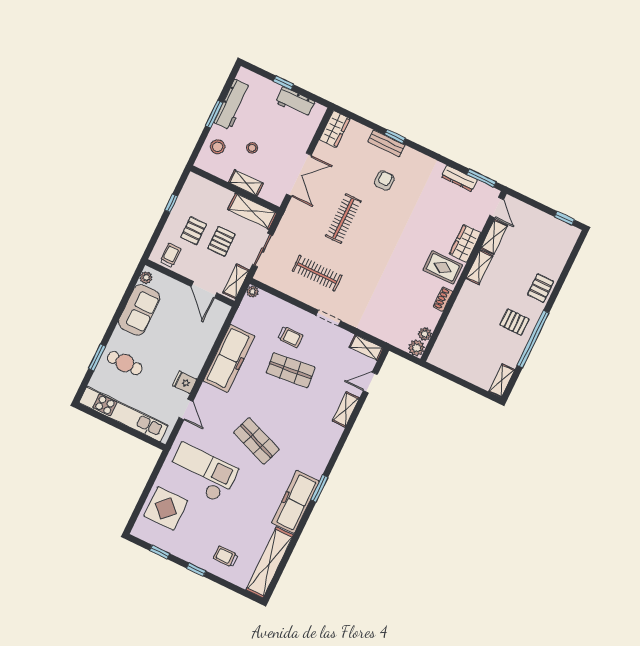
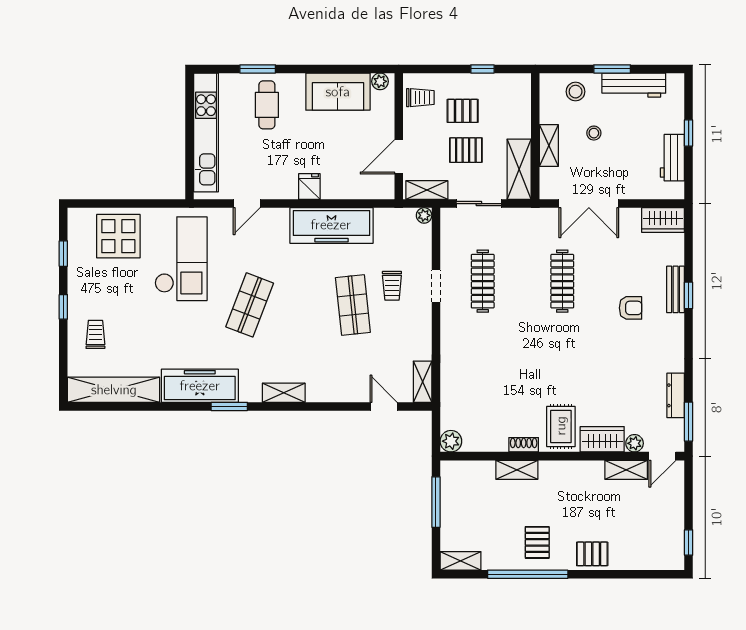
clothes rail: (343, 219) -> (562, 281), turned 90
shelving: (479, 267) -> (517, 470), moved
doorway: (328, 318) -> (436, 286), moved
plant: (425, 334) -> (635, 443), moved
window: (453, 378) -> (436, 502), added
fridge: (185, 382) -> (309, 187), moved
shelving: (346, 409) -> (284, 393), moved

